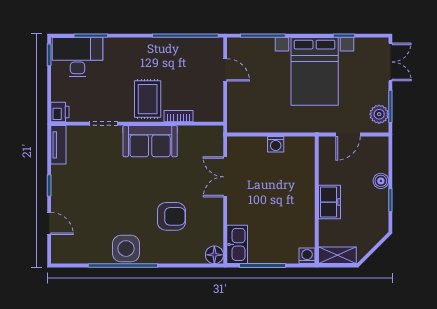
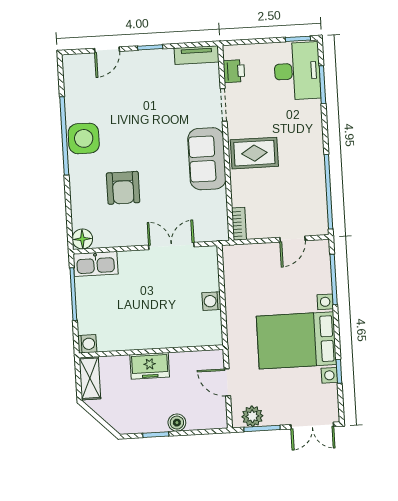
printer: (60, 112) -> (234, 71), moved, turned -90
bookcase: (179, 116) -> (239, 224), moved

